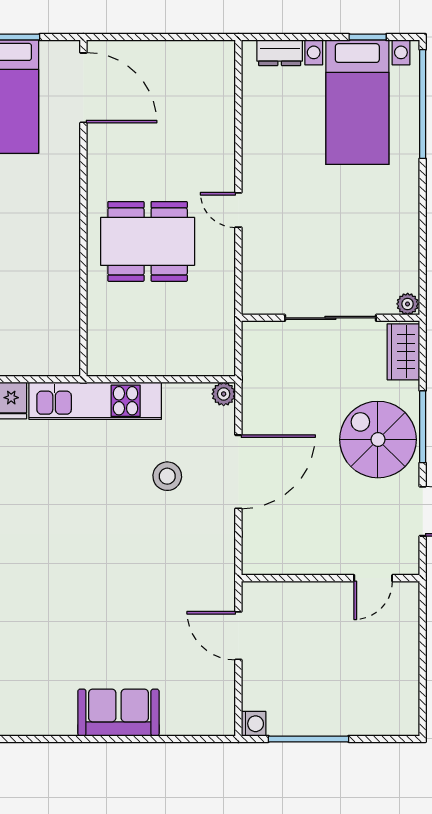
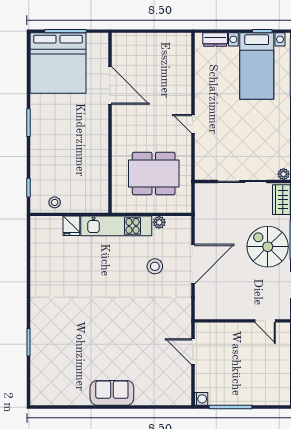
door: (83, 88) -> (110, 85), moved
dining table: (148, 241) -> (154, 173), moved
plant: (224, 394) -> (159, 222), moved
door: (373, 578) -> (265, 321), hinge flipped
sofa: (118, 713) -> (112, 393), moved

